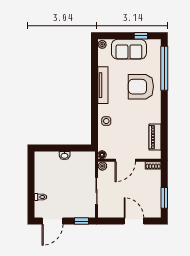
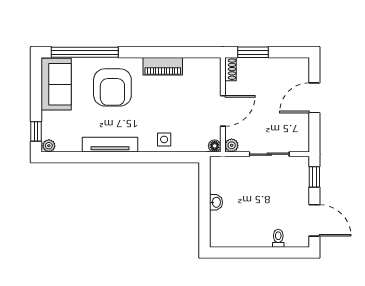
window: (141, 36) -> (36, 131), moved
sofa: (129, 49) -> (56, 84), moved
piano: (155, 137) -> (163, 66), moved
door: (125, 160) -> (223, 111), hinge flipped
window: (164, 198) -> (253, 52), moved

